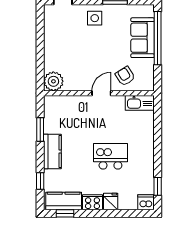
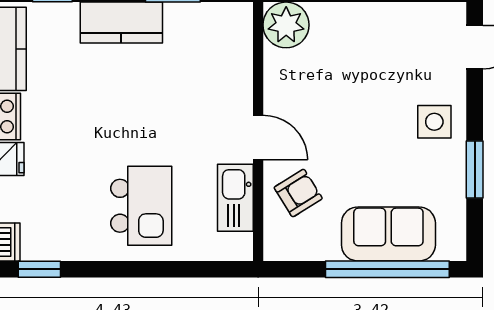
kitchen sink: (140, 103) -> (235, 198), moved
kitchen island: (110, 156) -> (141, 206), moved

